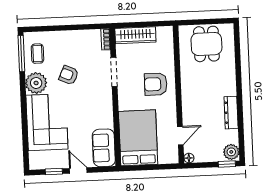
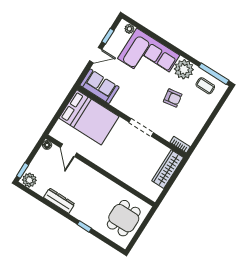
dining table: (206, 44) -> (124, 218), turned 90
doorway: (114, 72) -> (141, 127), moved
window: (238, 74) -> (84, 226), added
armchair: (69, 75) -> (173, 98), turned 57
armchair: (156, 84) -> (120, 159), removed
plant: (34, 157) -> (129, 29), added

